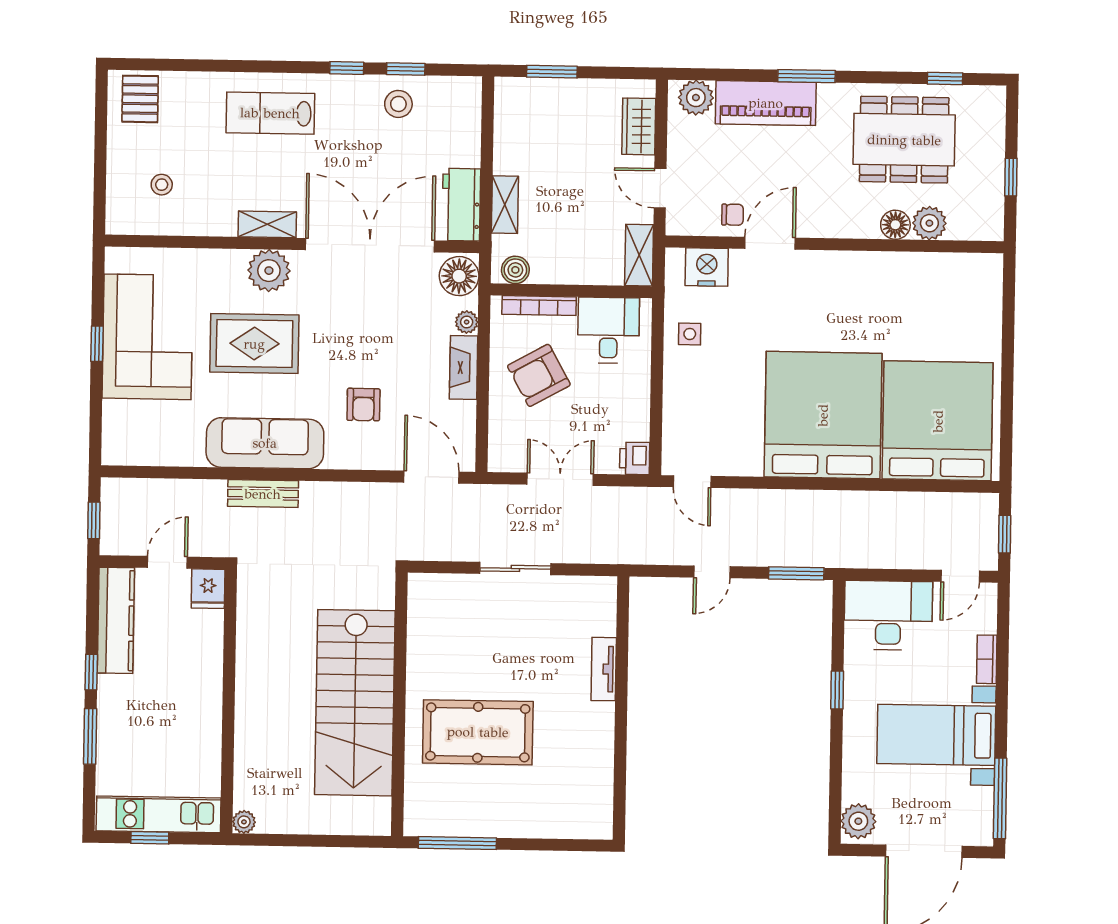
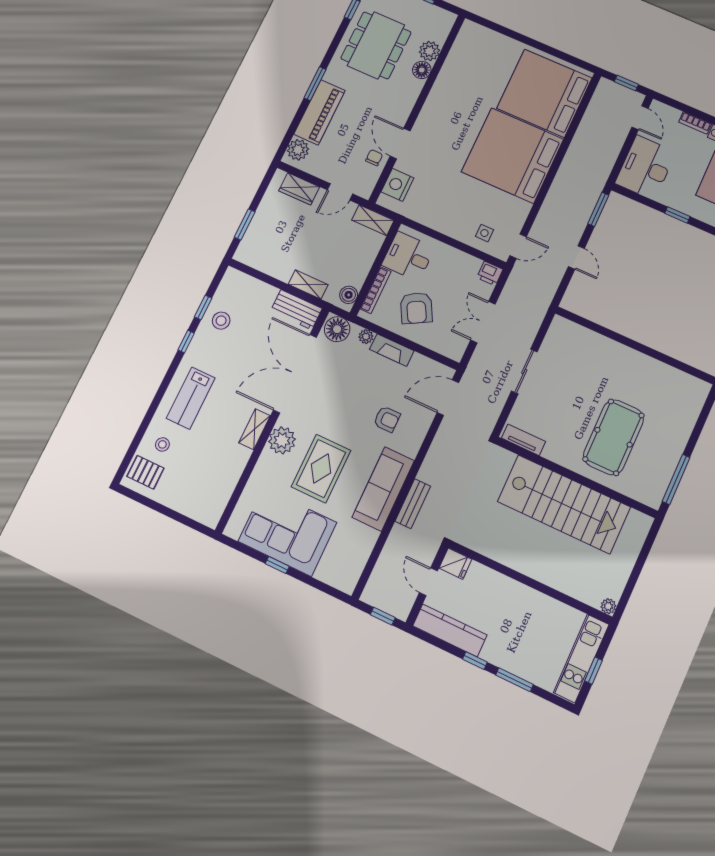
stool: (162, 185) -> (162, 444), moved
side table: (690, 334) -> (484, 233), moved
tv unit: (604, 669) -> (523, 440), moved, turned 180

